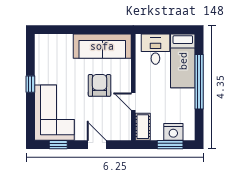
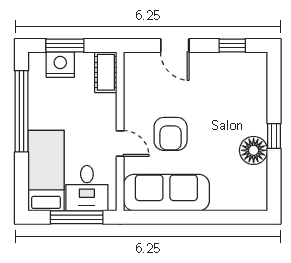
window: (162, 30) -> (77, 217), added
floor lamp: (44, 74) -> (254, 150), added
window: (199, 82) -> (22, 111), moved
door: (133, 102) -> (120, 144), moved
corner sofa: (54, 113) -> (238, 93), removed

